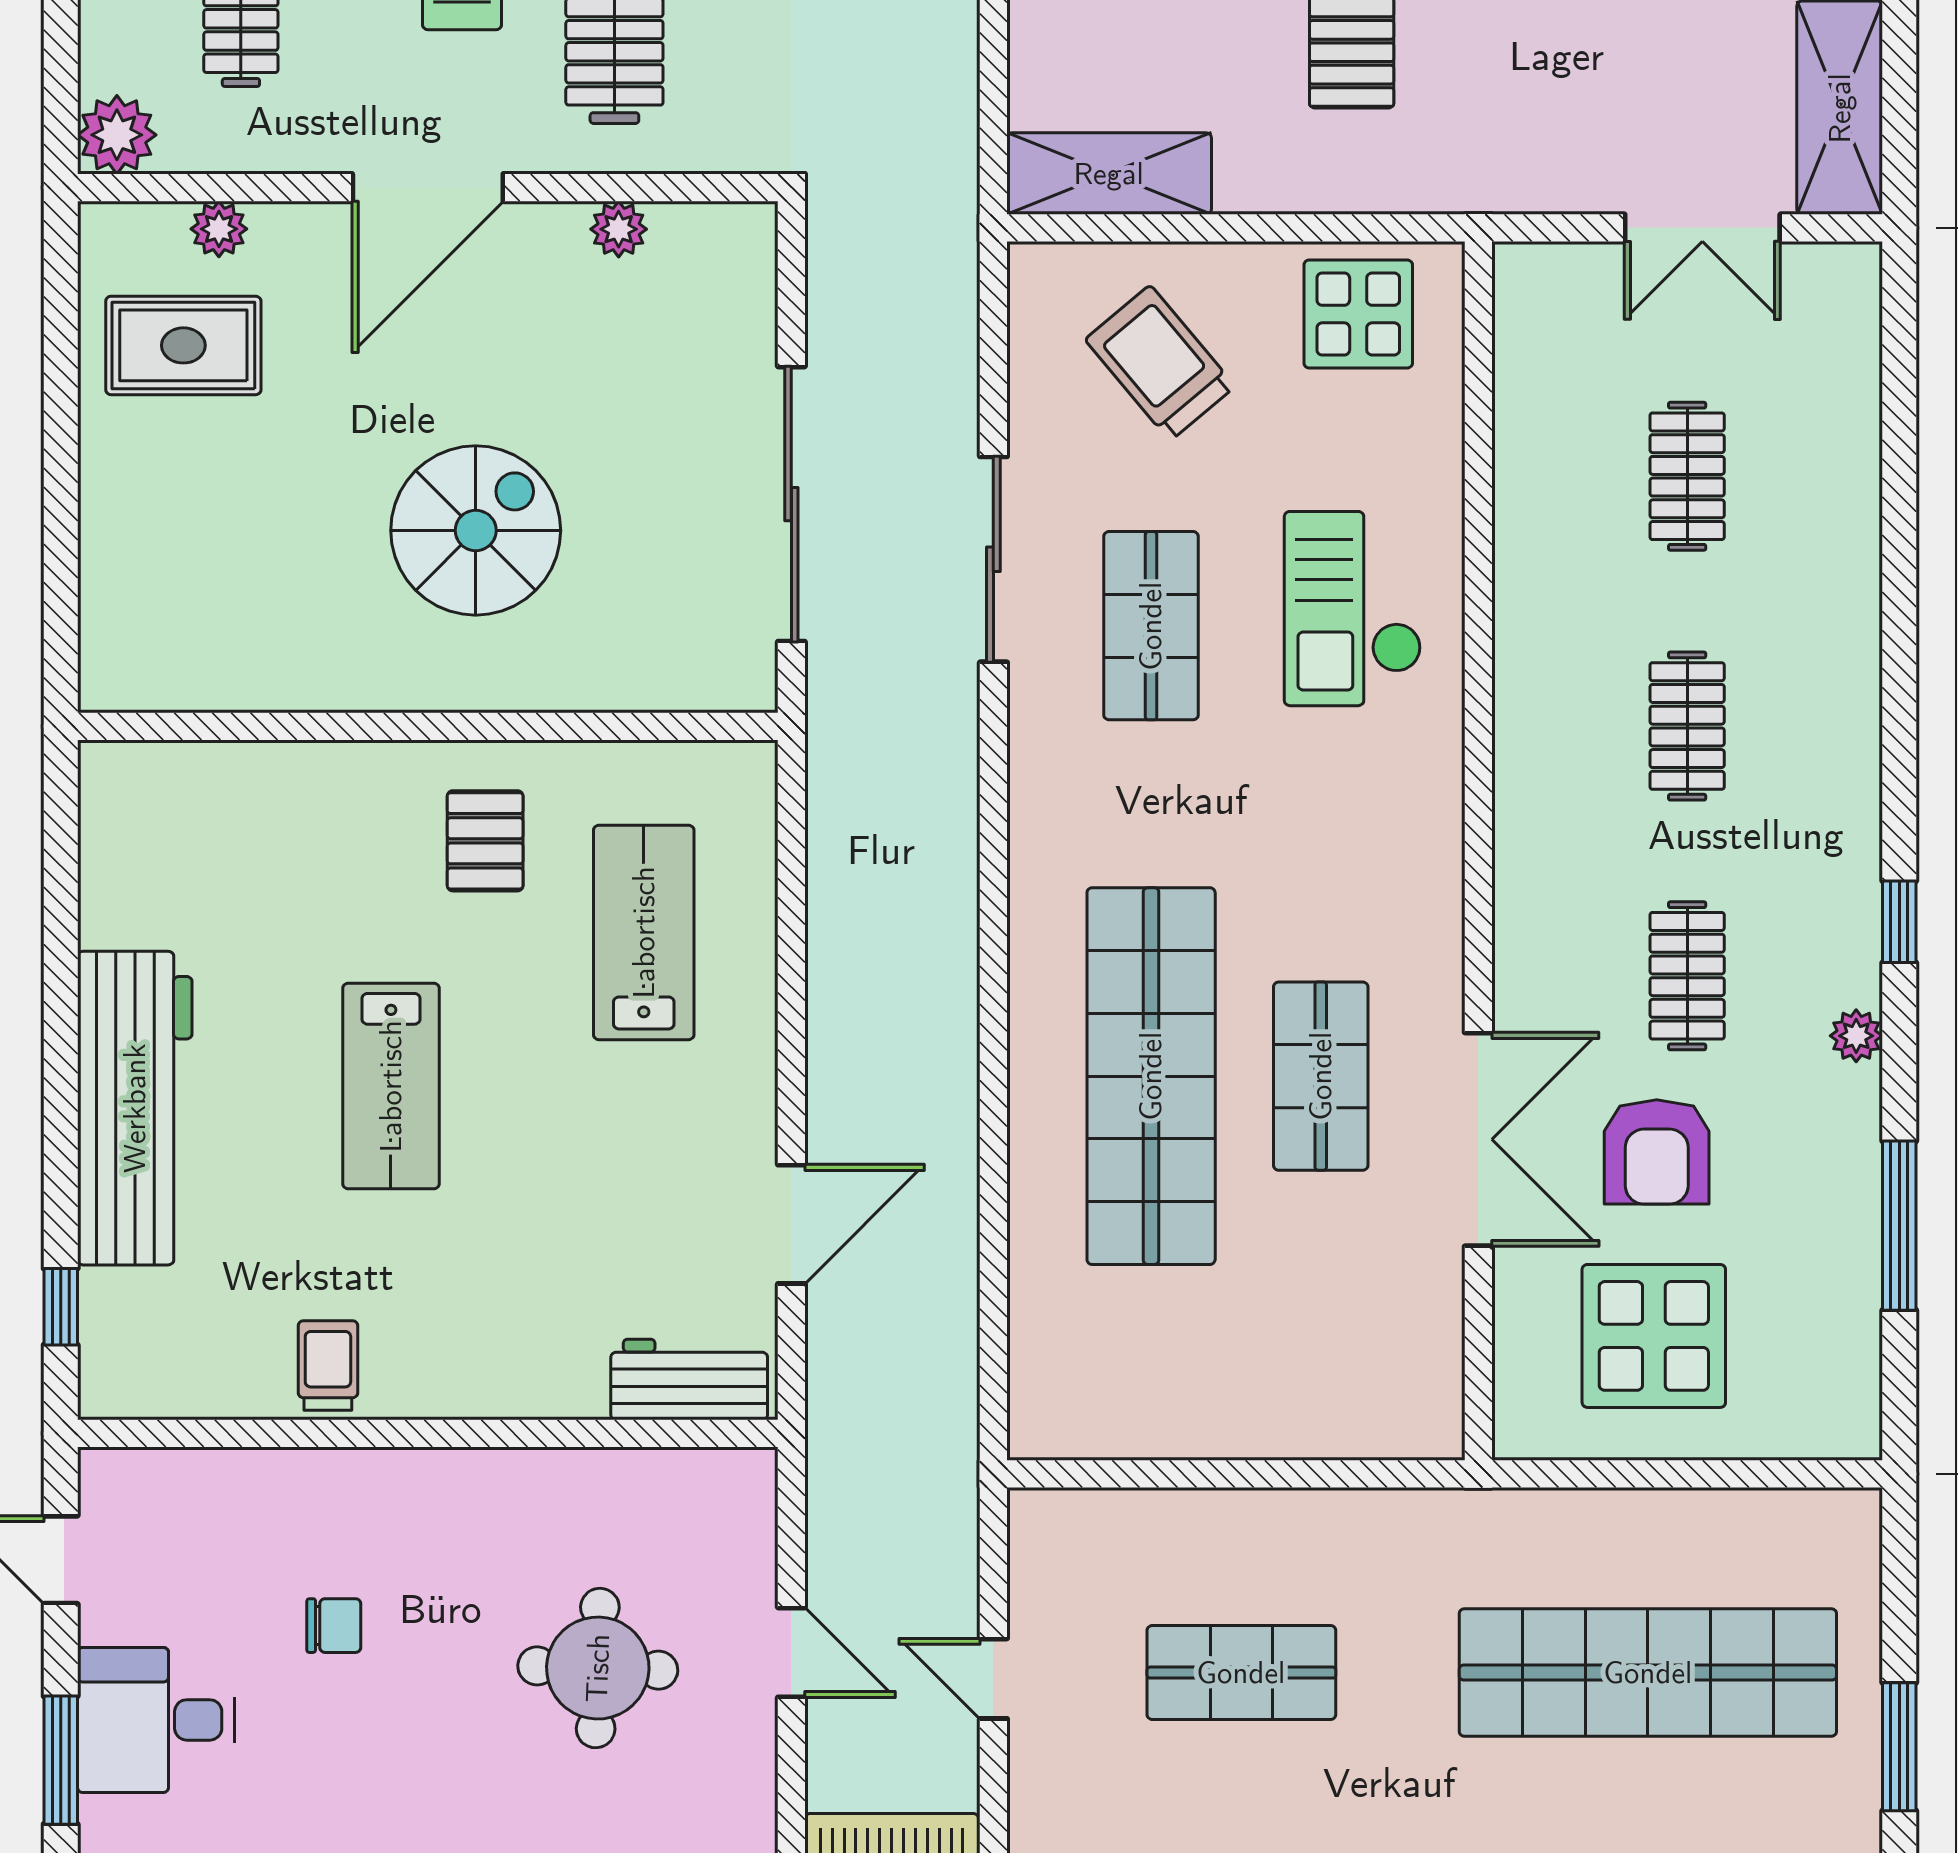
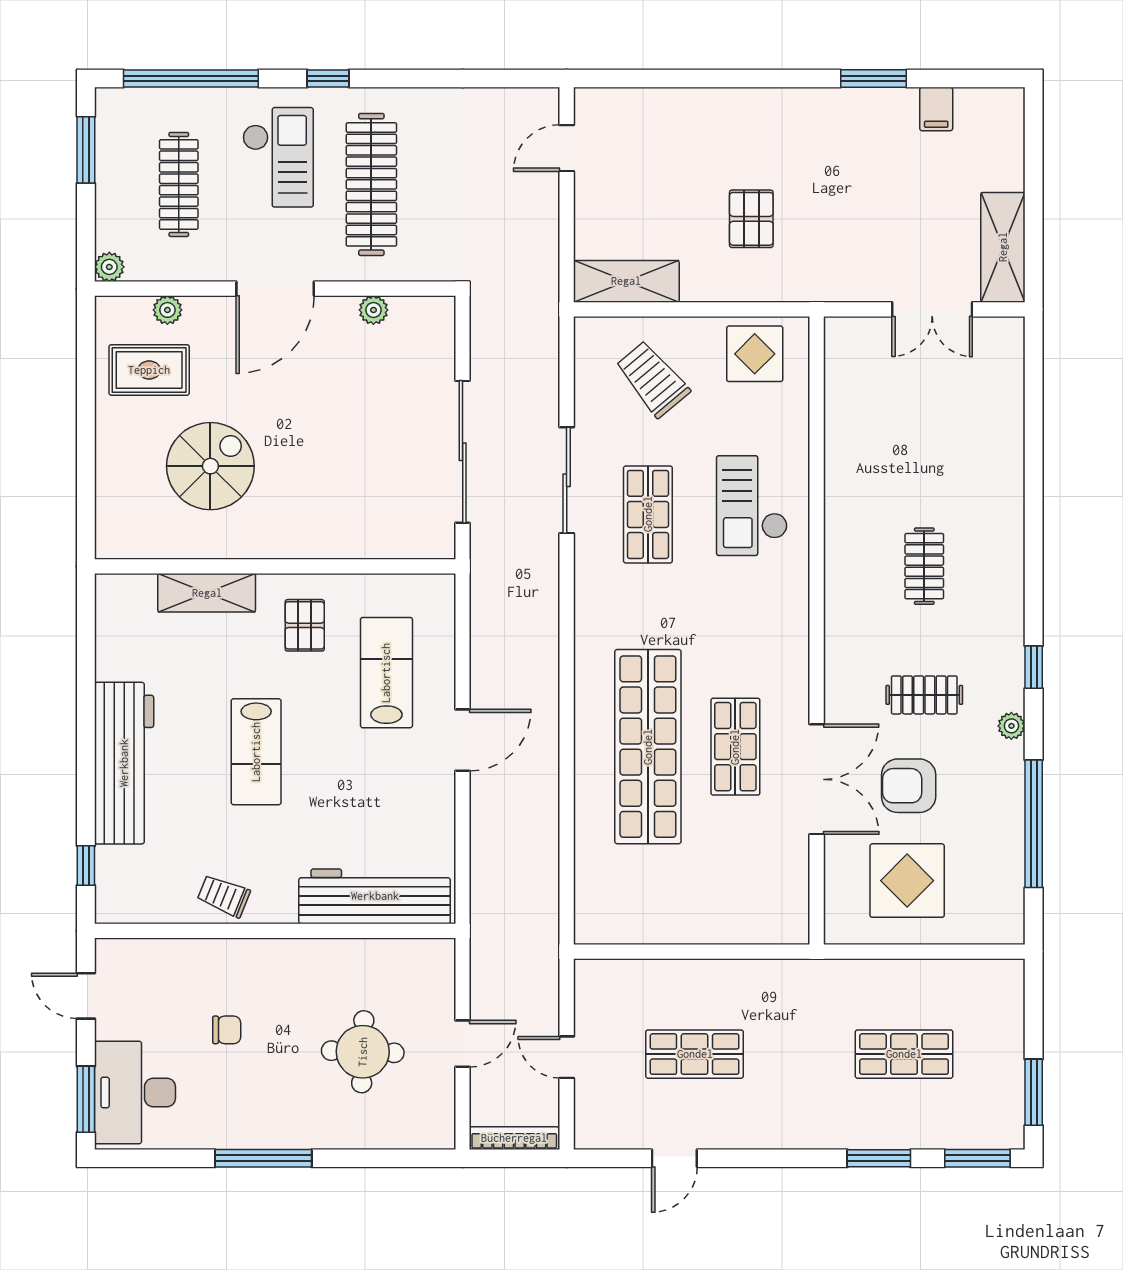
plant: (117, 135) -> (109, 267), width x0.73, depth x0.73
clothes rail: (1687, 476) -> (924, 437), removed
spiral stairs: (476, 530) -> (210, 466), moved
shelving: (295, 778) -> (207, 593), added
clothes rail: (1687, 976) -> (924, 695), turned 90
armchair: (1657, 1152) -> (909, 786), turned 90
door: (791, 1224) -> (463, 740), moved
window: (1899, 1226) -> (1034, 824), width x1.46
trolley: (328, 1365) -> (224, 896), turned -68
workbench: (689, 1380) -> (375, 896), width x1.88, depth x1.32
door: (791, 1652) -> (463, 1044), hinge flipped
shop shelf: (1648, 1673) -> (904, 1054), width x0.50, depth x0.74
desk: (156, 1720) -> (135, 1092), width x1.37

